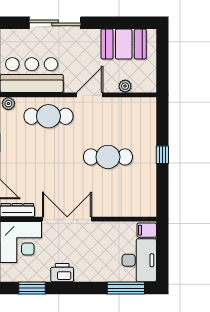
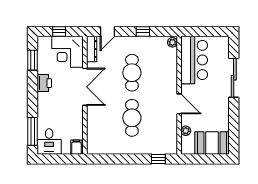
booth: (124, 44) -> (212, 143), moved, turned 90
cafe table: (48, 116) -> (132, 73), moved
window: (162, 155) -> (158, 159), moved
desk: (139, 260) -> (49, 142), width x0.73

